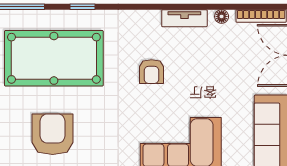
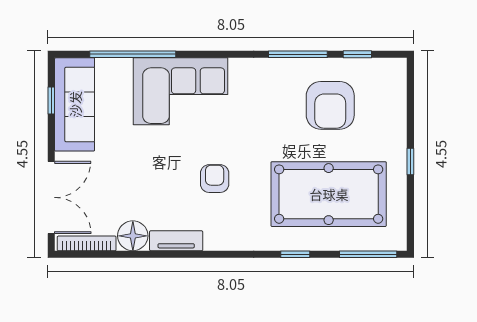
floor lamp: (222, 16) -> (133, 236), width x1.89, depth x1.89

